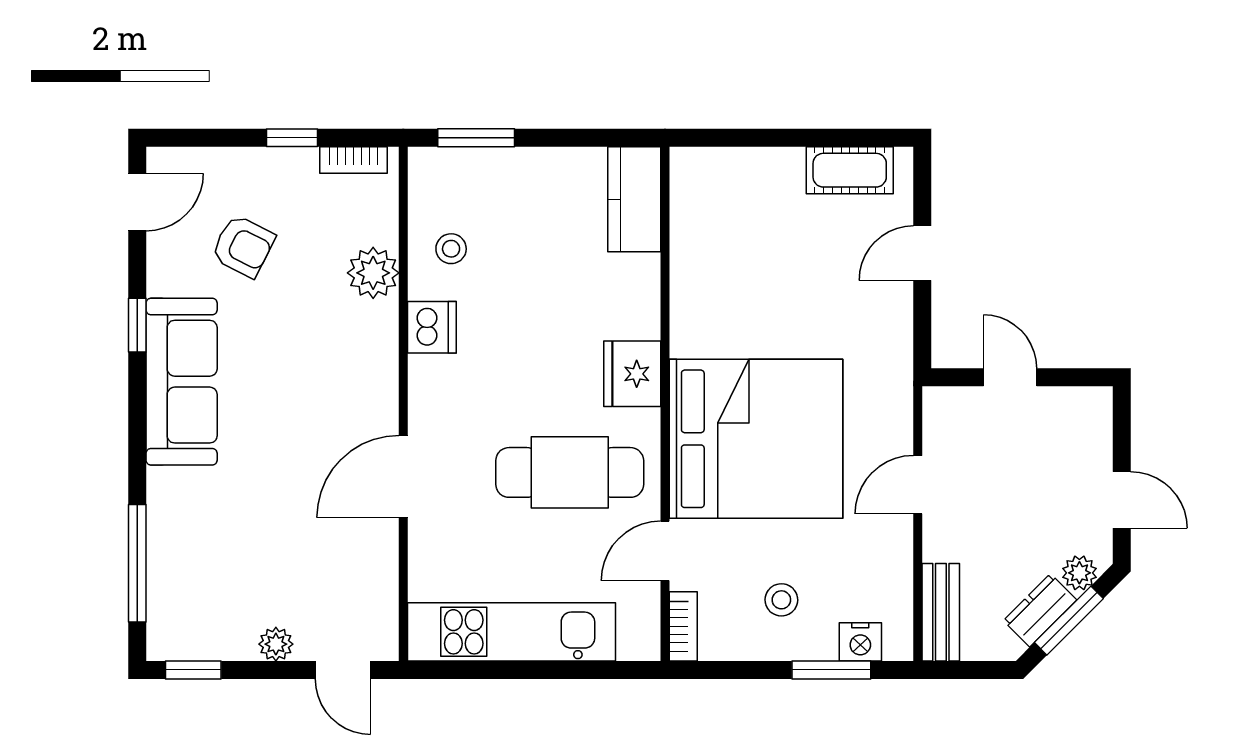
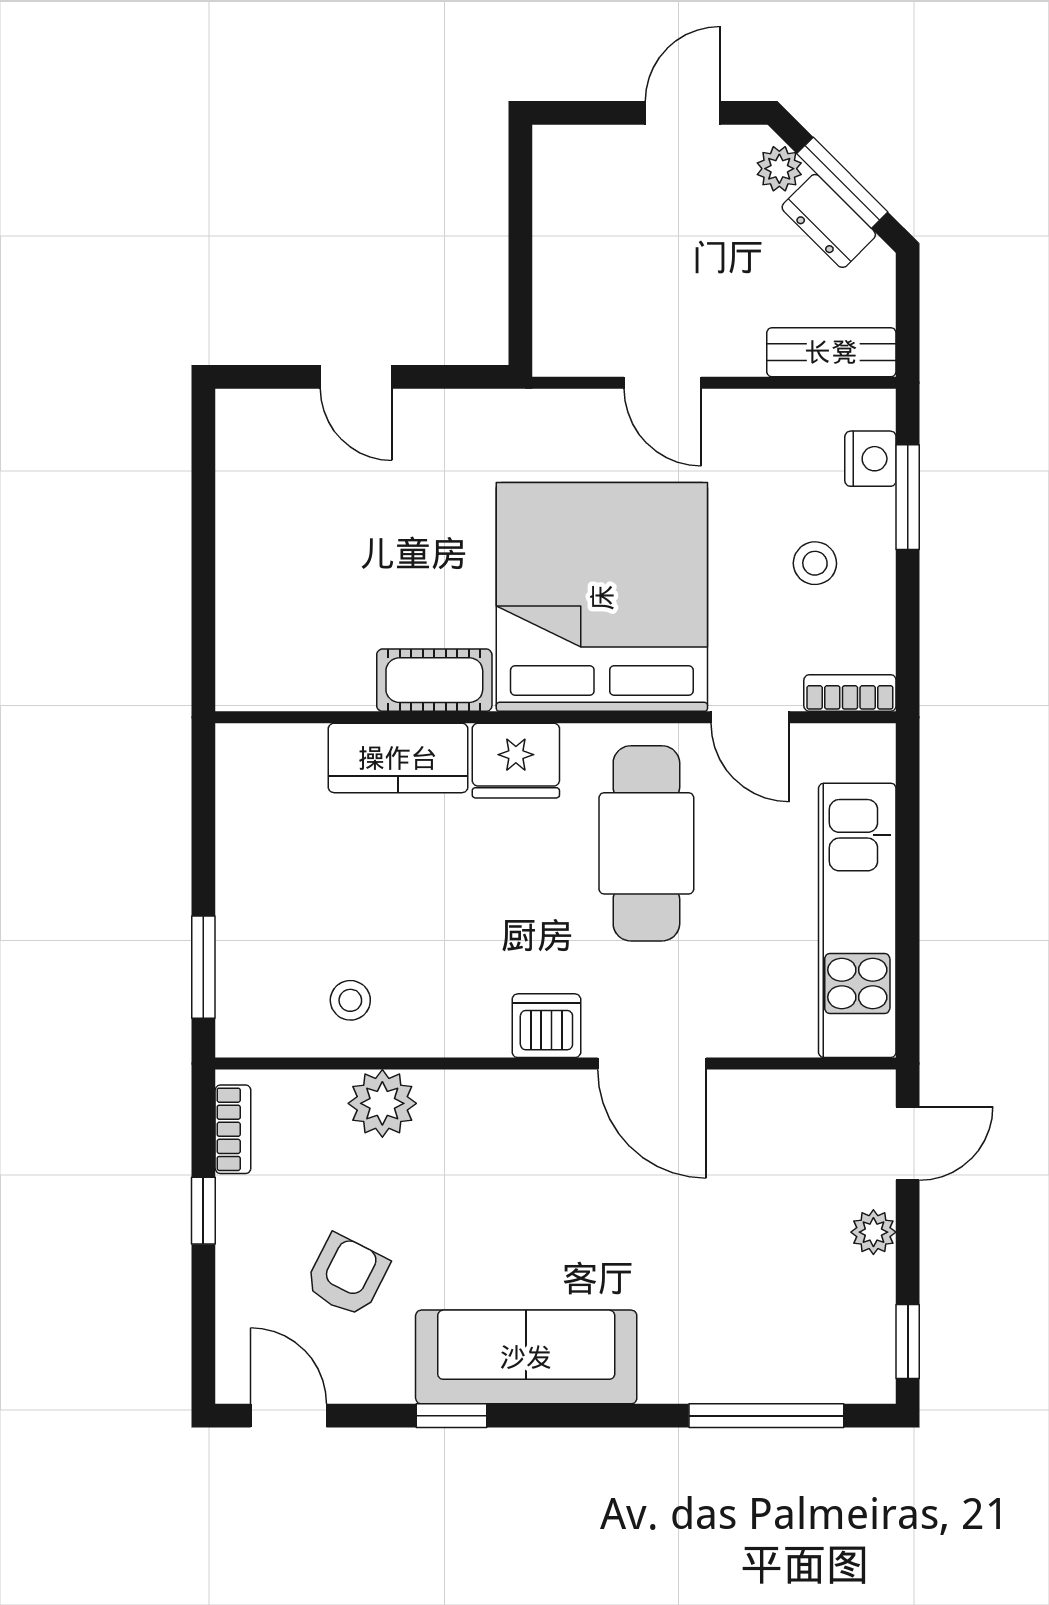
cot: (850, 170) -> (434, 680), moved, turned 90
kitchen counter: (634, 199) -> (398, 758), moved
dishwasher: (432, 327) -> (546, 1026), moved
door: (1010, 377) -> (520, 261), removed

